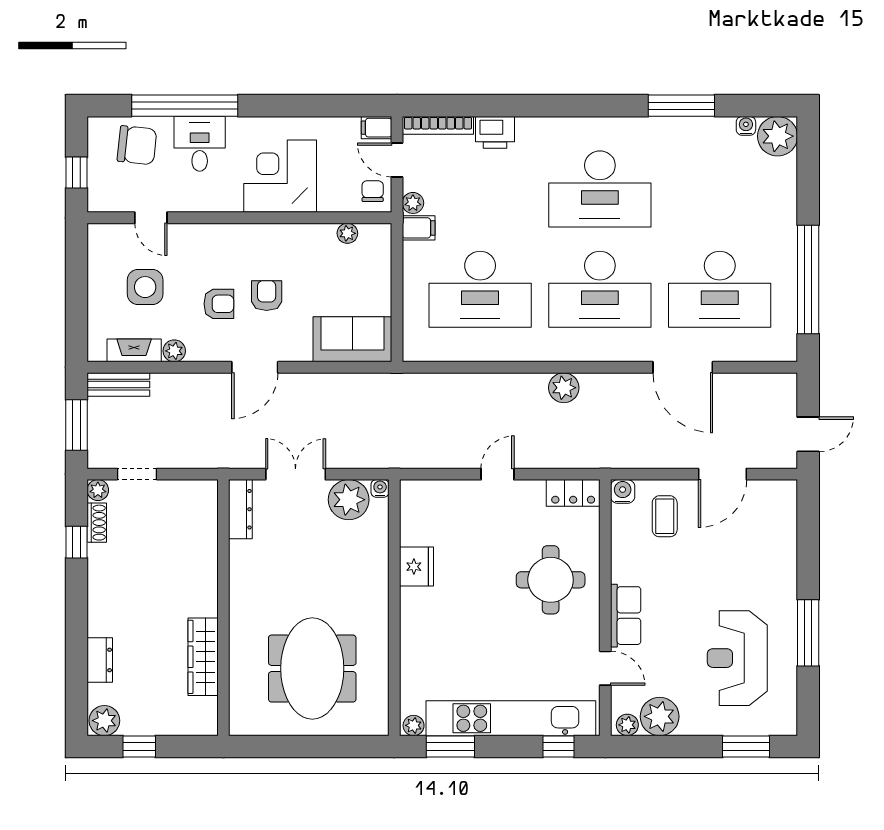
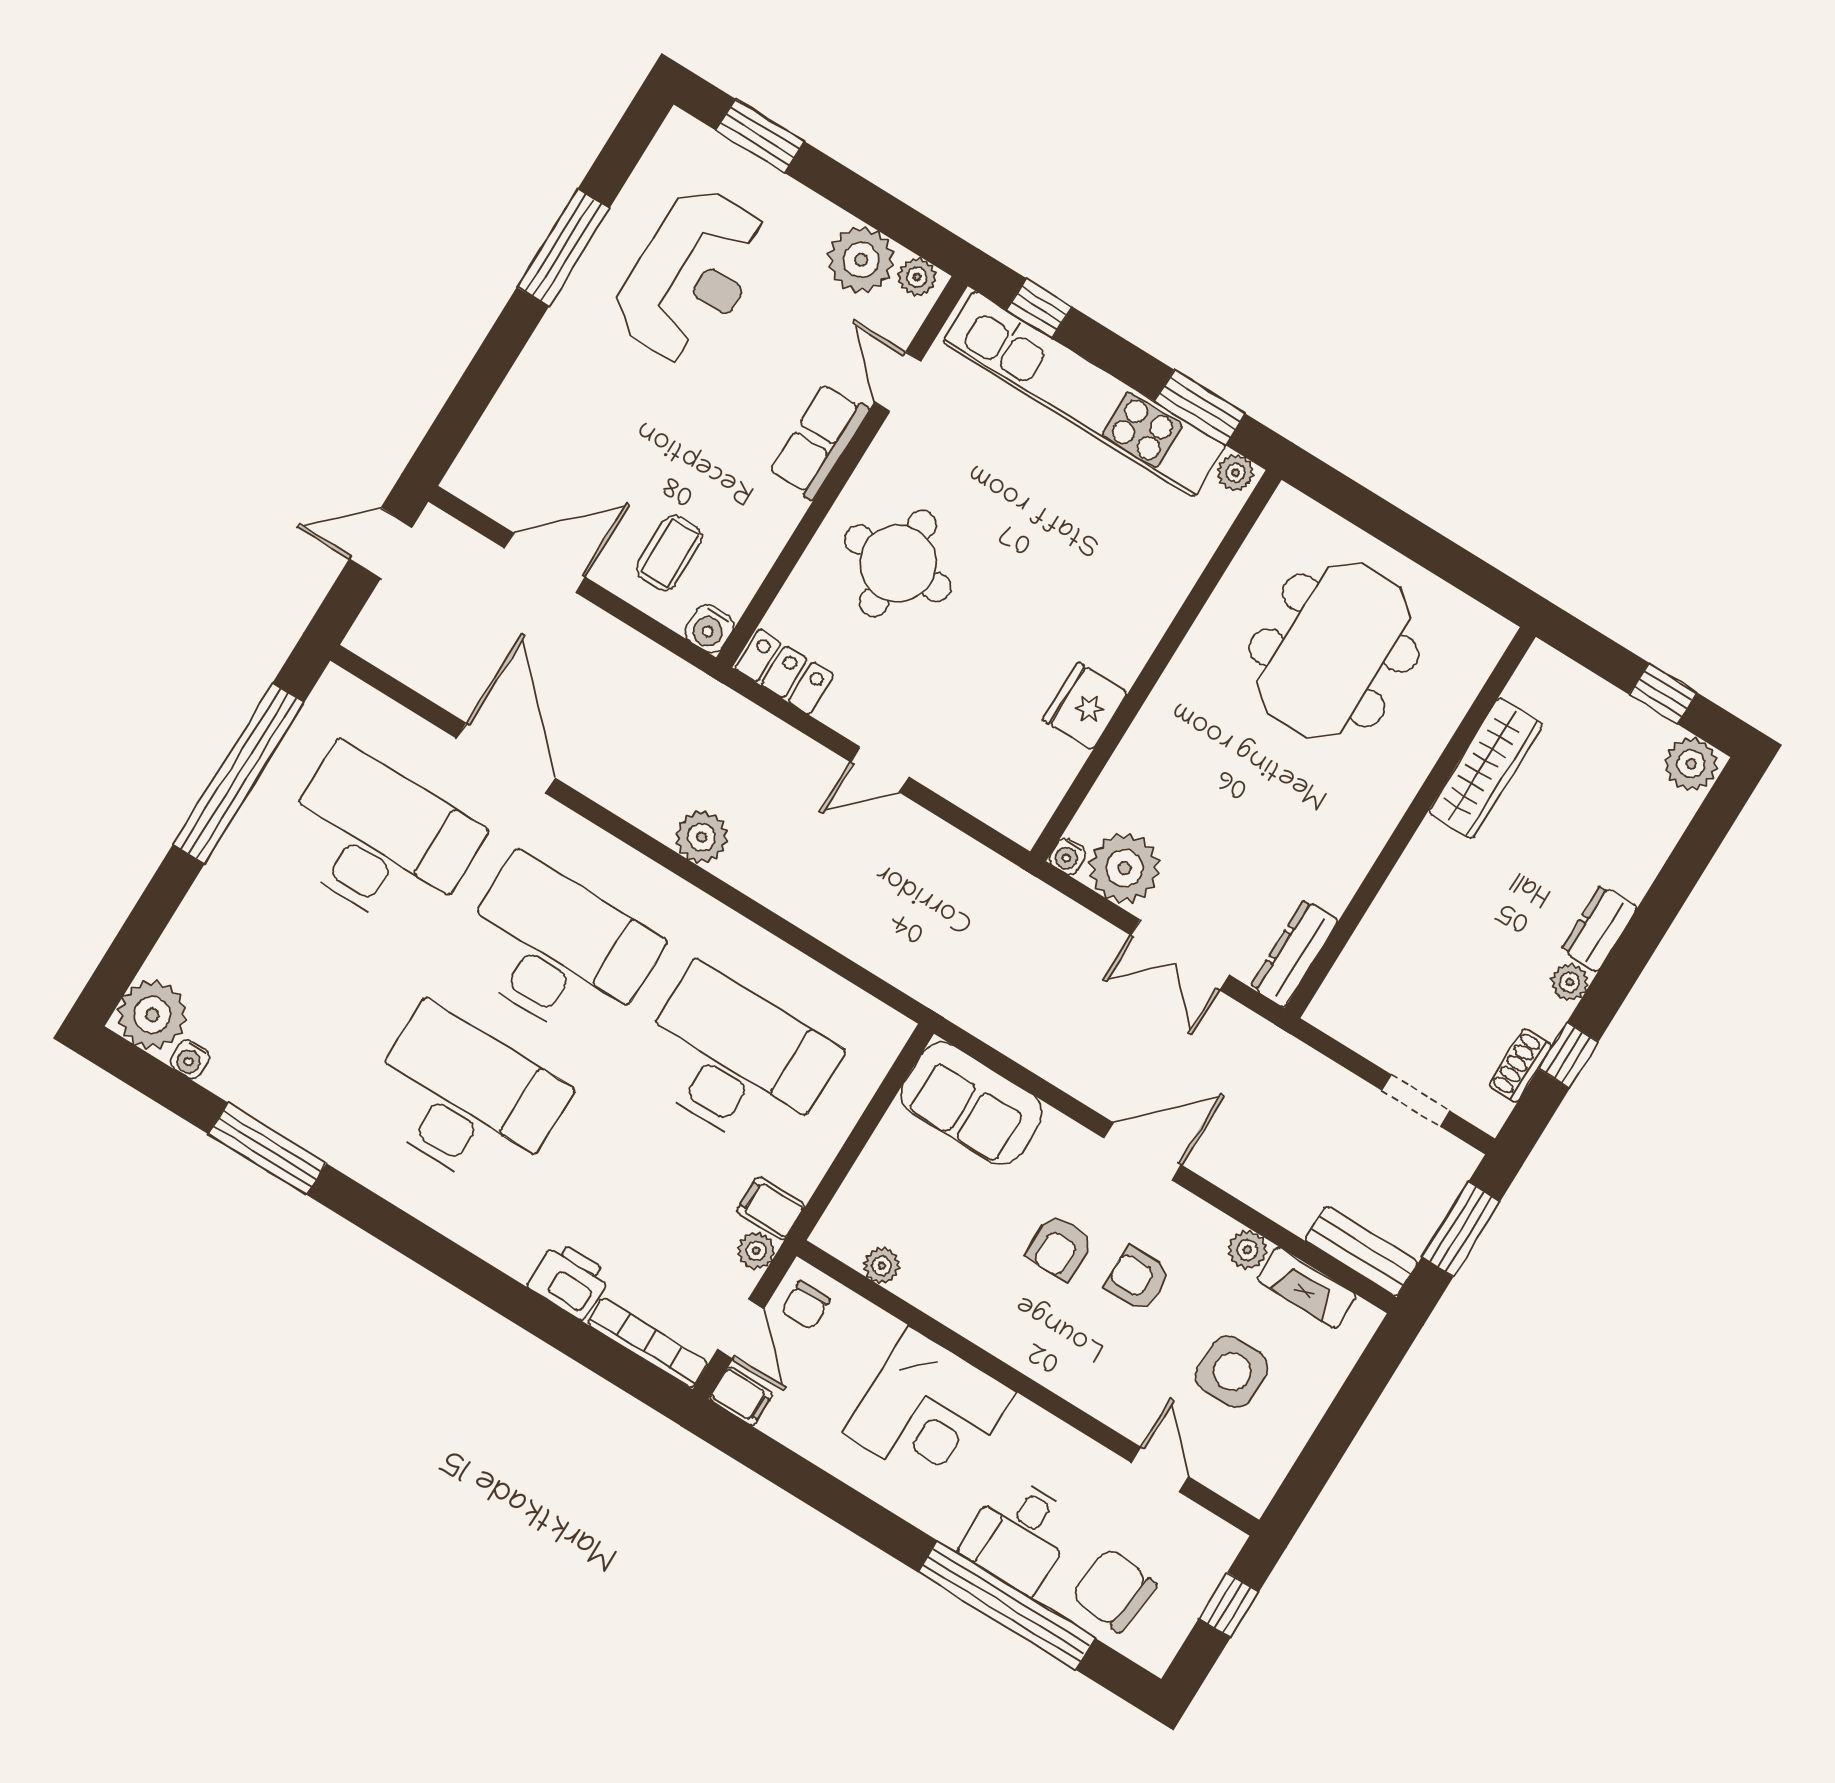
plant: (98, 490) -> (1570, 982), moved
dresser: (100, 660) -> (1599, 928), moved

